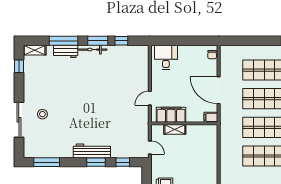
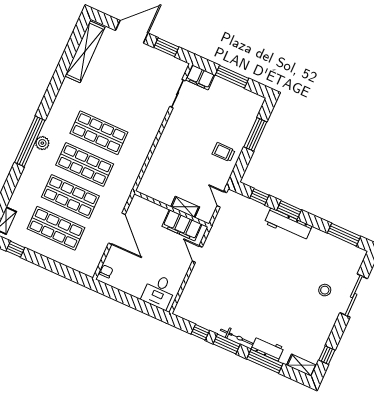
door: (150, 98) -> (197, 254), swing flipped
filing cabinet: (211, 117) -> (139, 202), removed

